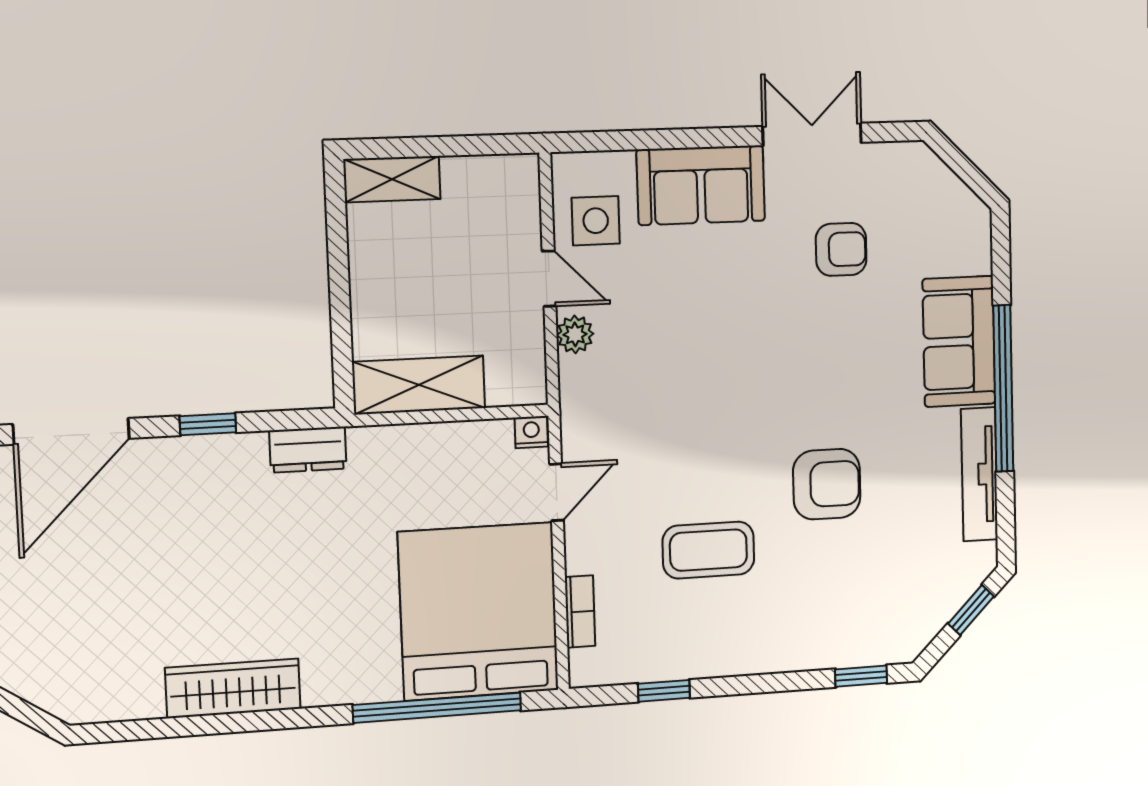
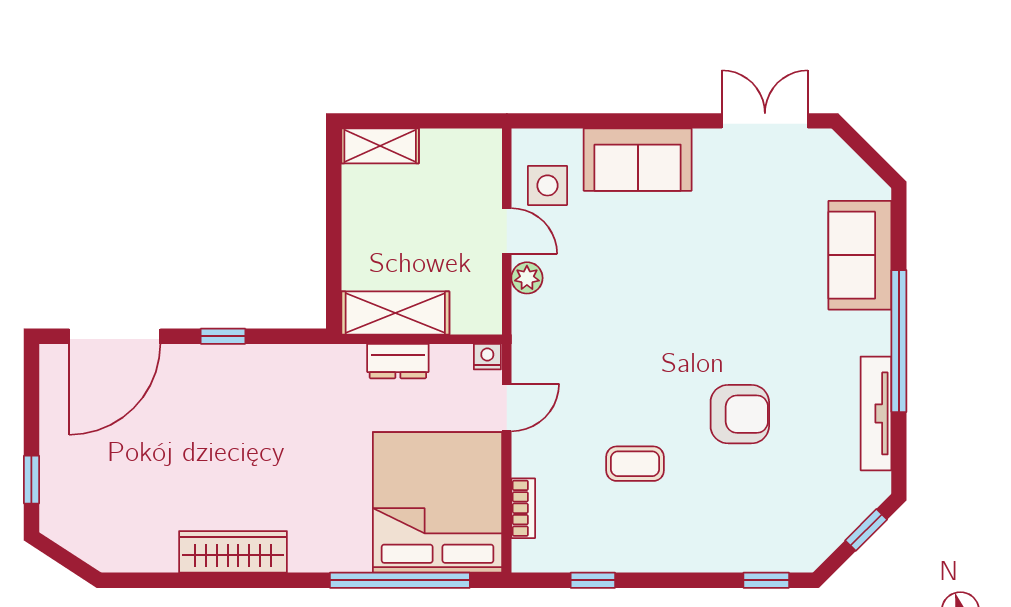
double door: (812, 134) -> (765, 121), moved
armchair: (841, 249) -> (757, 217), removed
sofa: (959, 341) -> (860, 255), moved
dresser: (308, 450) -> (398, 361), moved
coffee table: (708, 550) -> (635, 464), width x0.73, depth x0.77

